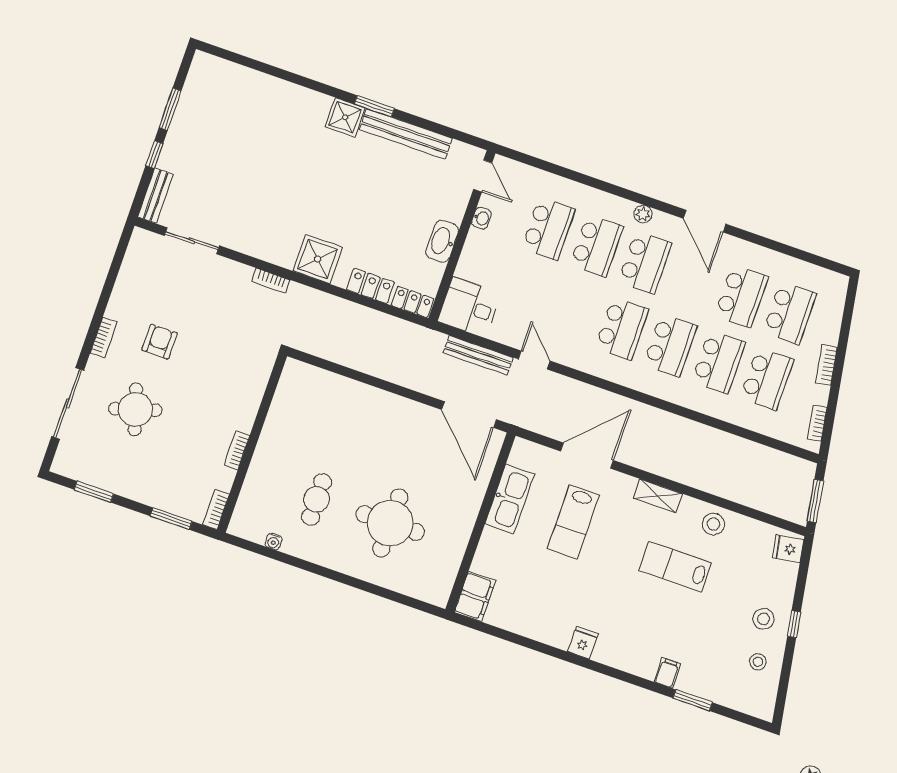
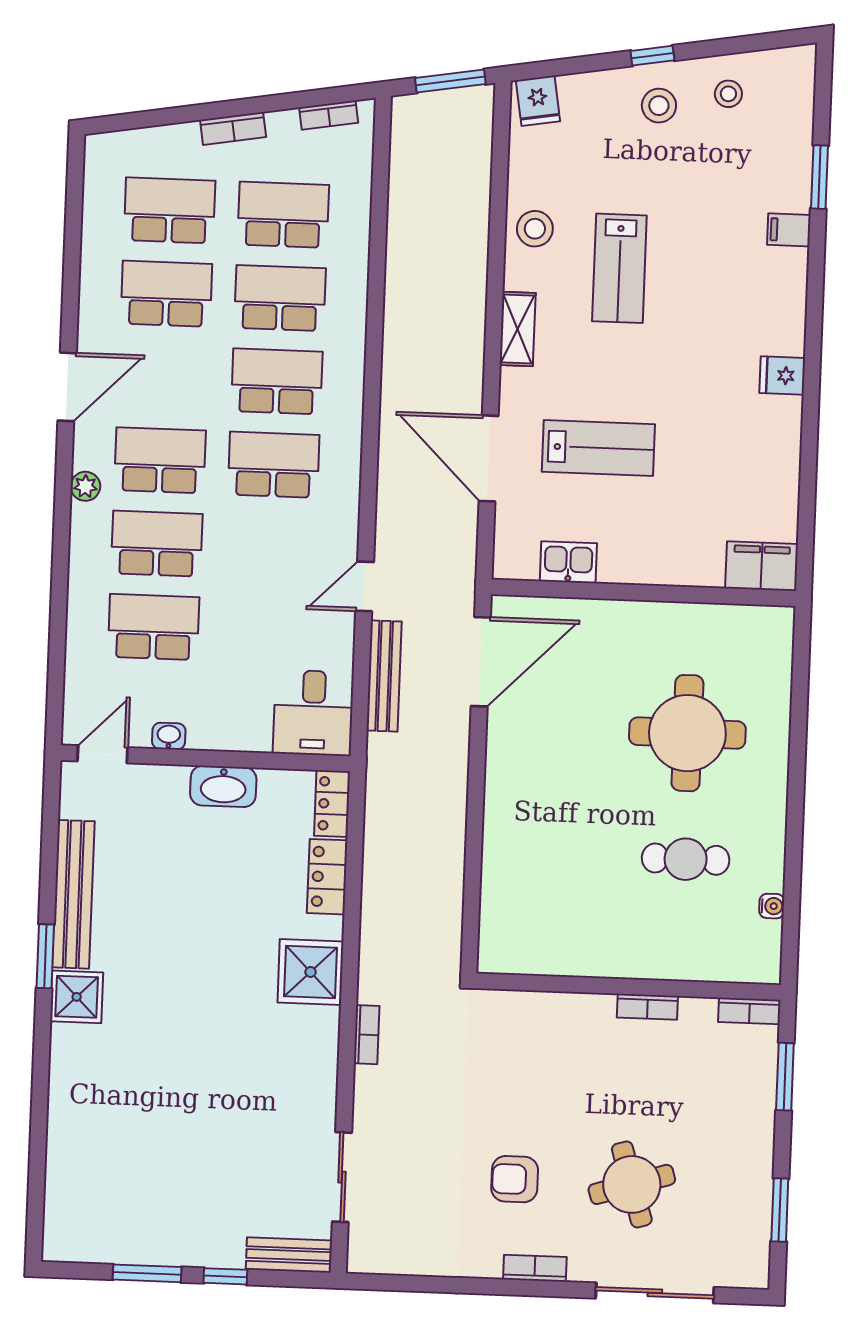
kitchen sink: (510, 499) -> (568, 562), width x0.53, depth x0.81

